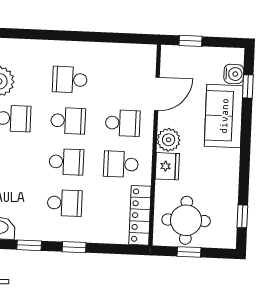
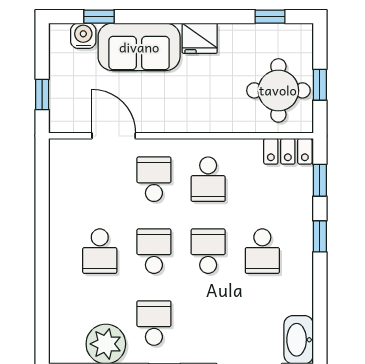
plant: (169, 140) -> (173, 118), removed
fridge: (167, 166) -> (200, 38), moved, turned 180
school desk: (65, 203) -> (262, 251), turned 180
locker: (140, 215) -> (288, 151), width x0.66
window: (29, 245) -> (320, 180), moved

